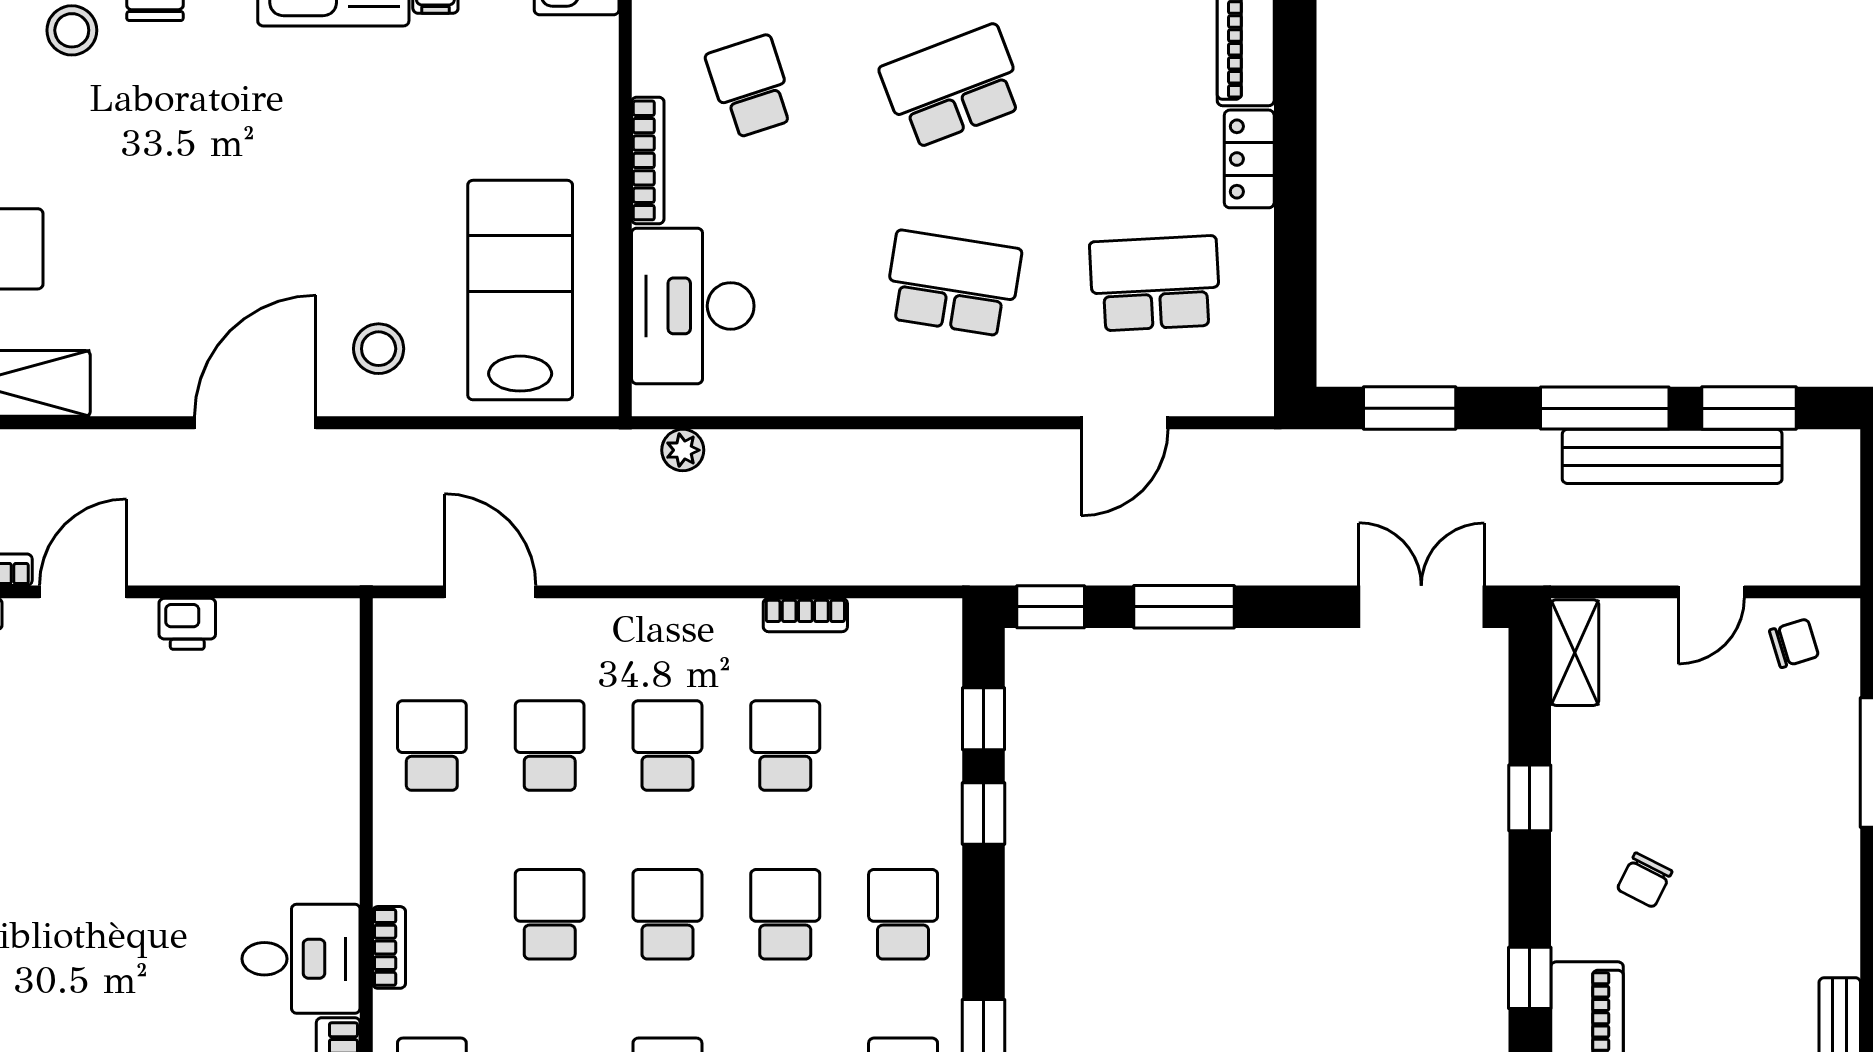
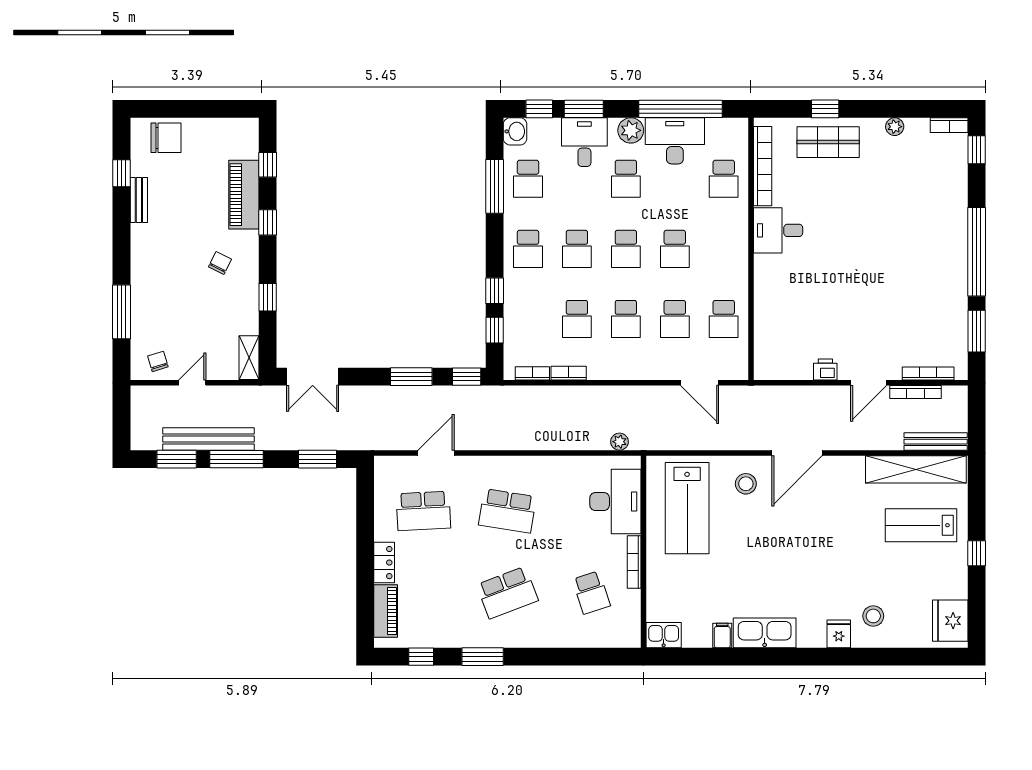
chair: (1794, 643) -> (158, 361), turned 90
bookcase: (389, 947) -> (532, 373), moved, turned 90

